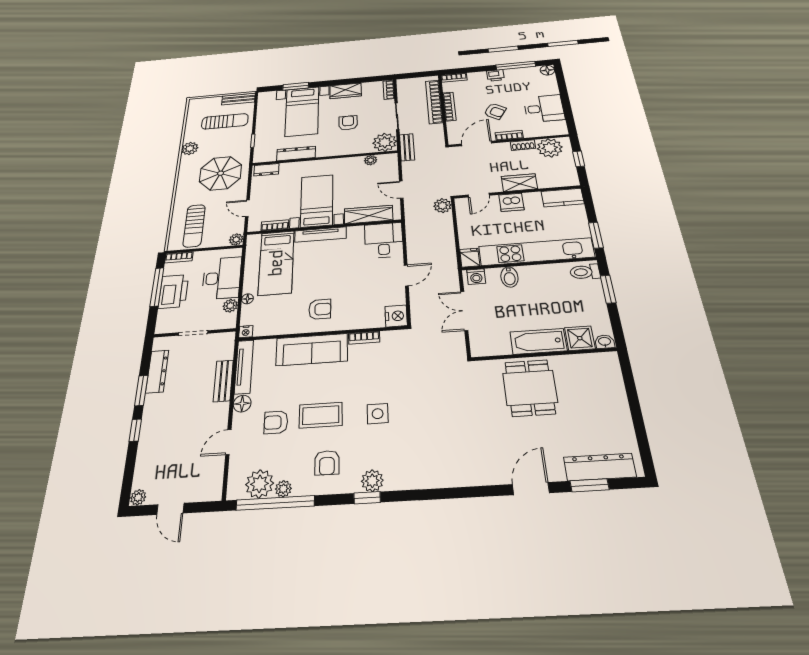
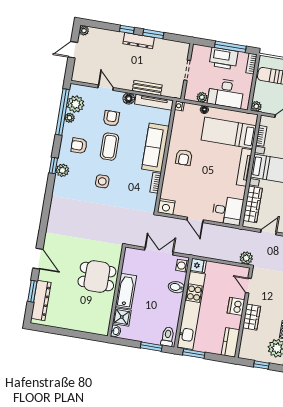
dresser: (157, 371) -> (139, 41), moved

